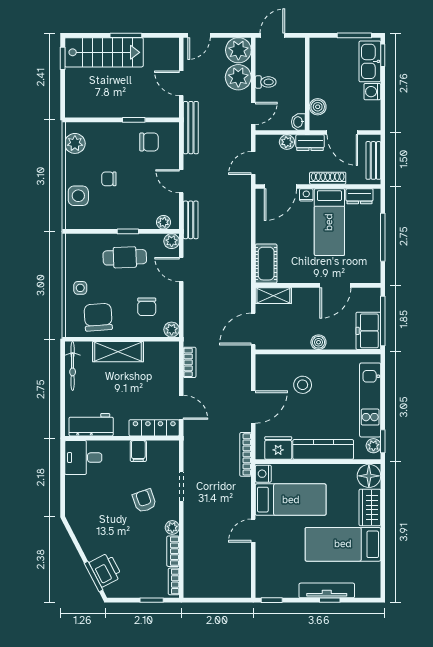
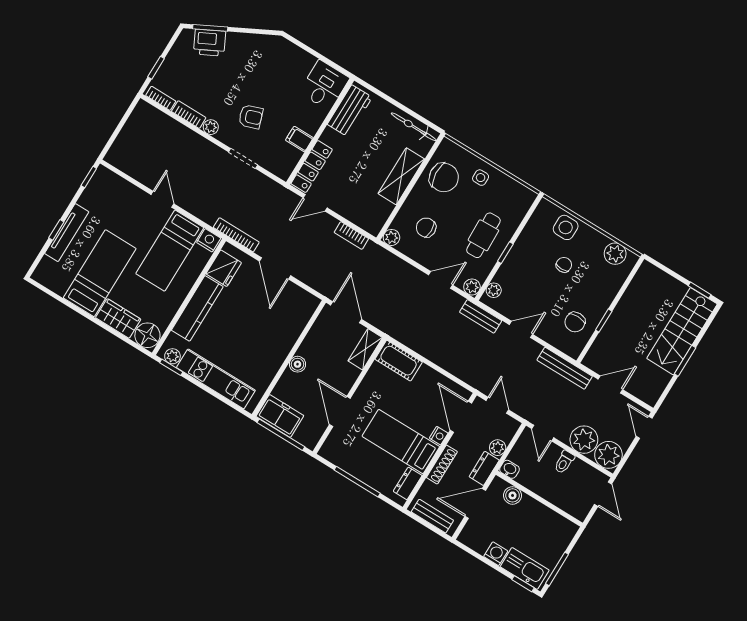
stool: (303, 385) -> (268, 326), removed

